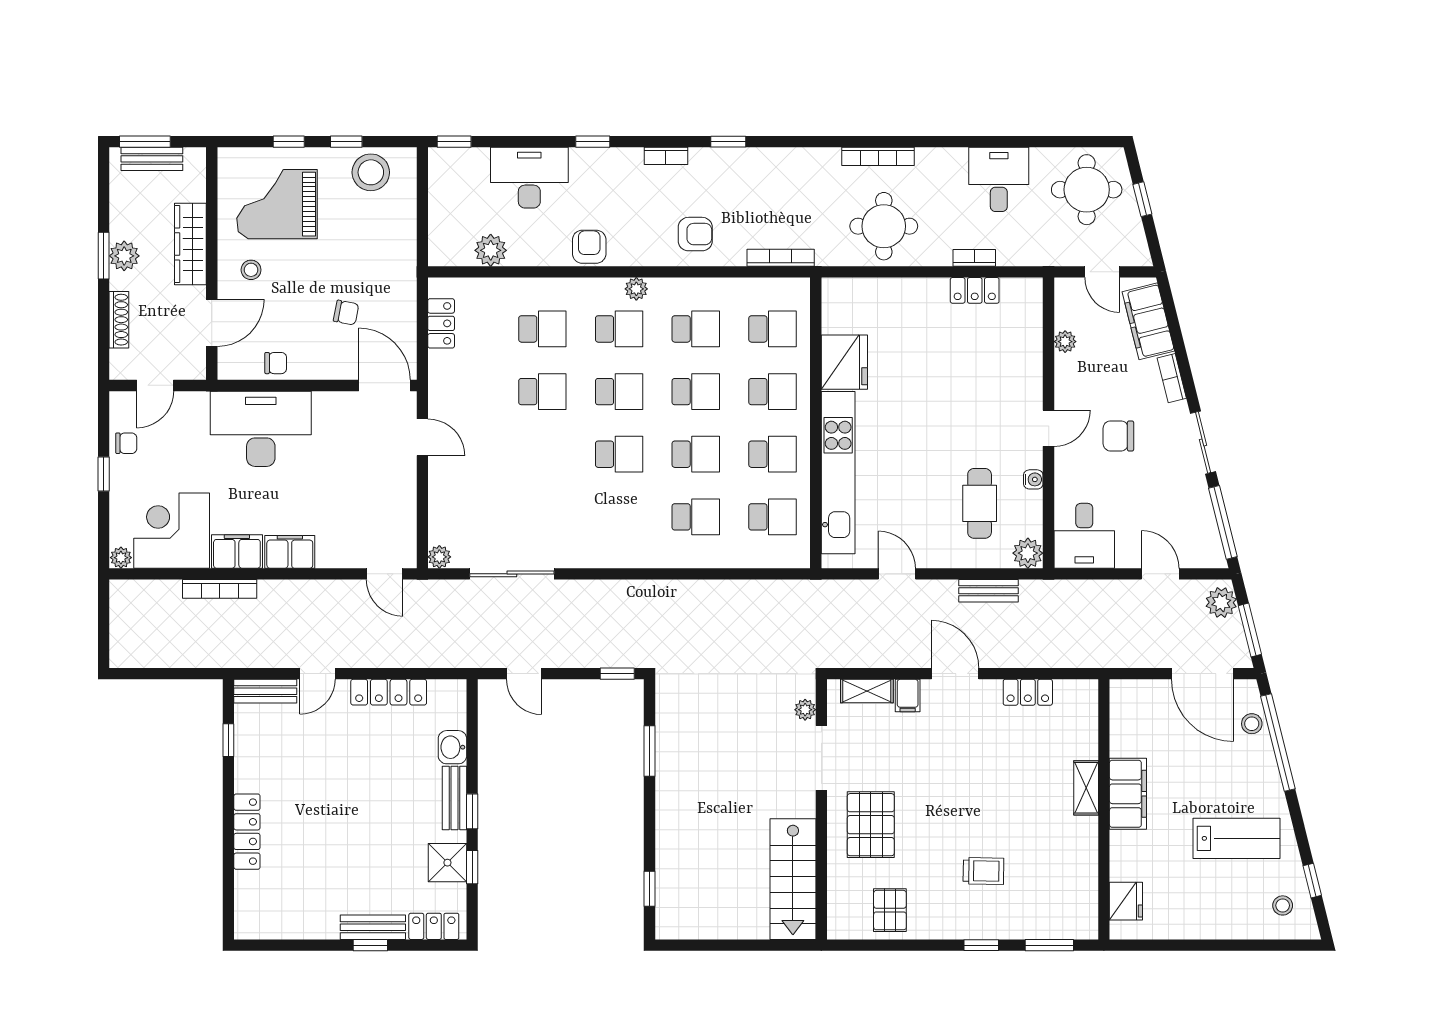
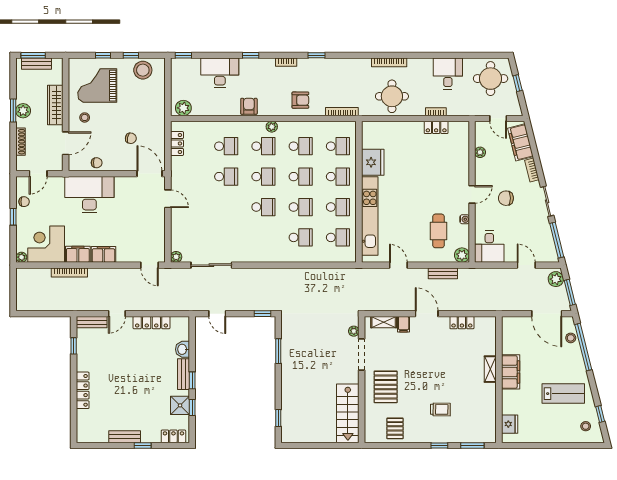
plant: (491, 250) -> (183, 108), moved
bench: (373, 927) -> (125, 437), moved

